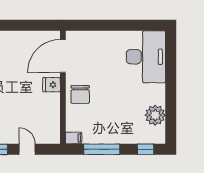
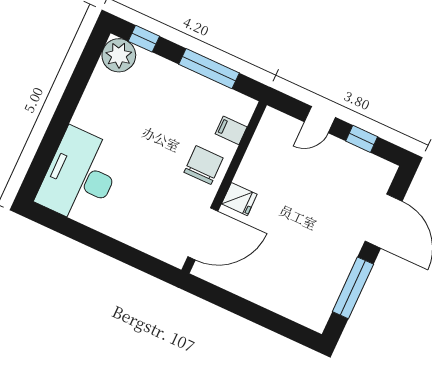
plant: (155, 115) -> (119, 55), moved
filing cabinet: (74, 138) -> (231, 130), moved
door: (27, 149) -> (320, 120), hinge flipped

